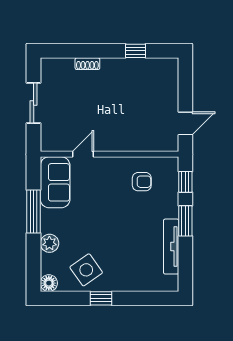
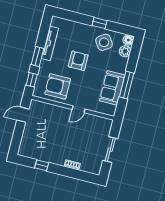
door: (83, 154) -> (79, 109), moved
sofa: (55, 182) -> (112, 88), moved
armchair: (142, 182) -> (58, 86), width x1.88, depth x1.88
armchair: (120, 230) -> (78, 61), added
plant: (49, 243) -> (125, 51), moved

